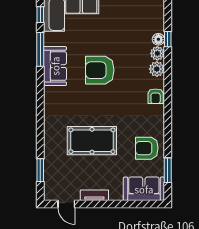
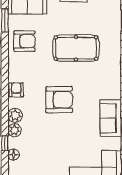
floor lamp: (158, 39) -> (14, 155), moved
armchair: (100, 70) -> (59, 100), moved

